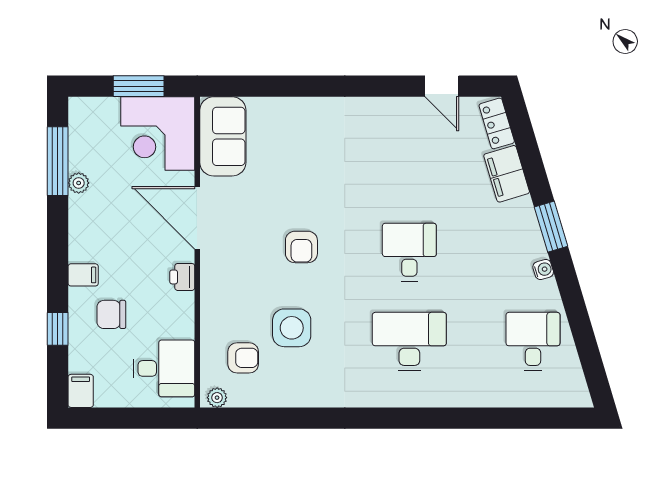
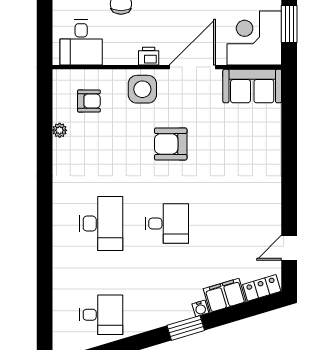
armchair: (301, 247) -> (171, 144), width x1.38, depth x1.38
water cooler: (543, 270) -> (200, 308), moved
side table: (292, 328) -> (142, 89), moved
armchair: (243, 358) -> (89, 101), turned -90
plant: (217, 398) -> (60, 130), moved

